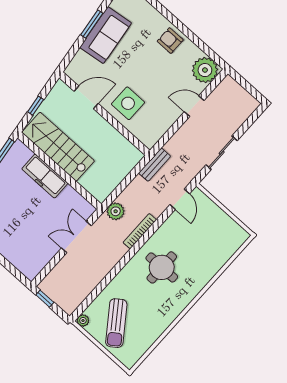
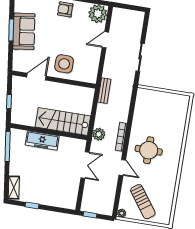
stairs: (58, 147) -> (63, 121), moved
door: (180, 199) -> (122, 168), moved
double door: (76, 237) -> (85, 165), swing flipped

